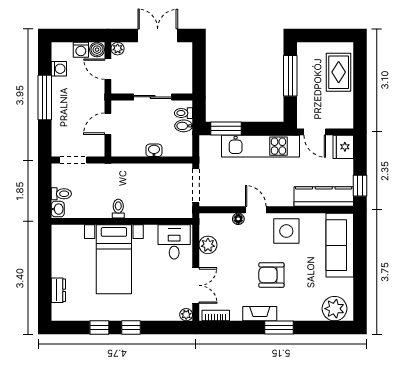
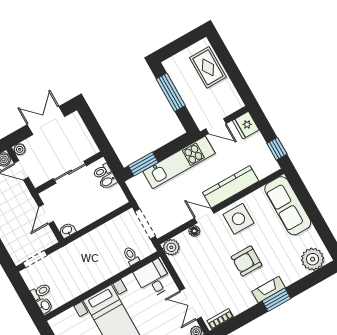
washbasin: (154, 150) -> (67, 230), moved
kitchen counter: (324, 197) -> (231, 187), moved
toilet: (118, 209) -> (131, 256), moved
plant: (208, 245) -> (171, 247), moved
double door: (196, 285) -> (191, 304), swing flipped
fireplace: (260, 314) -> (269, 290), moved

